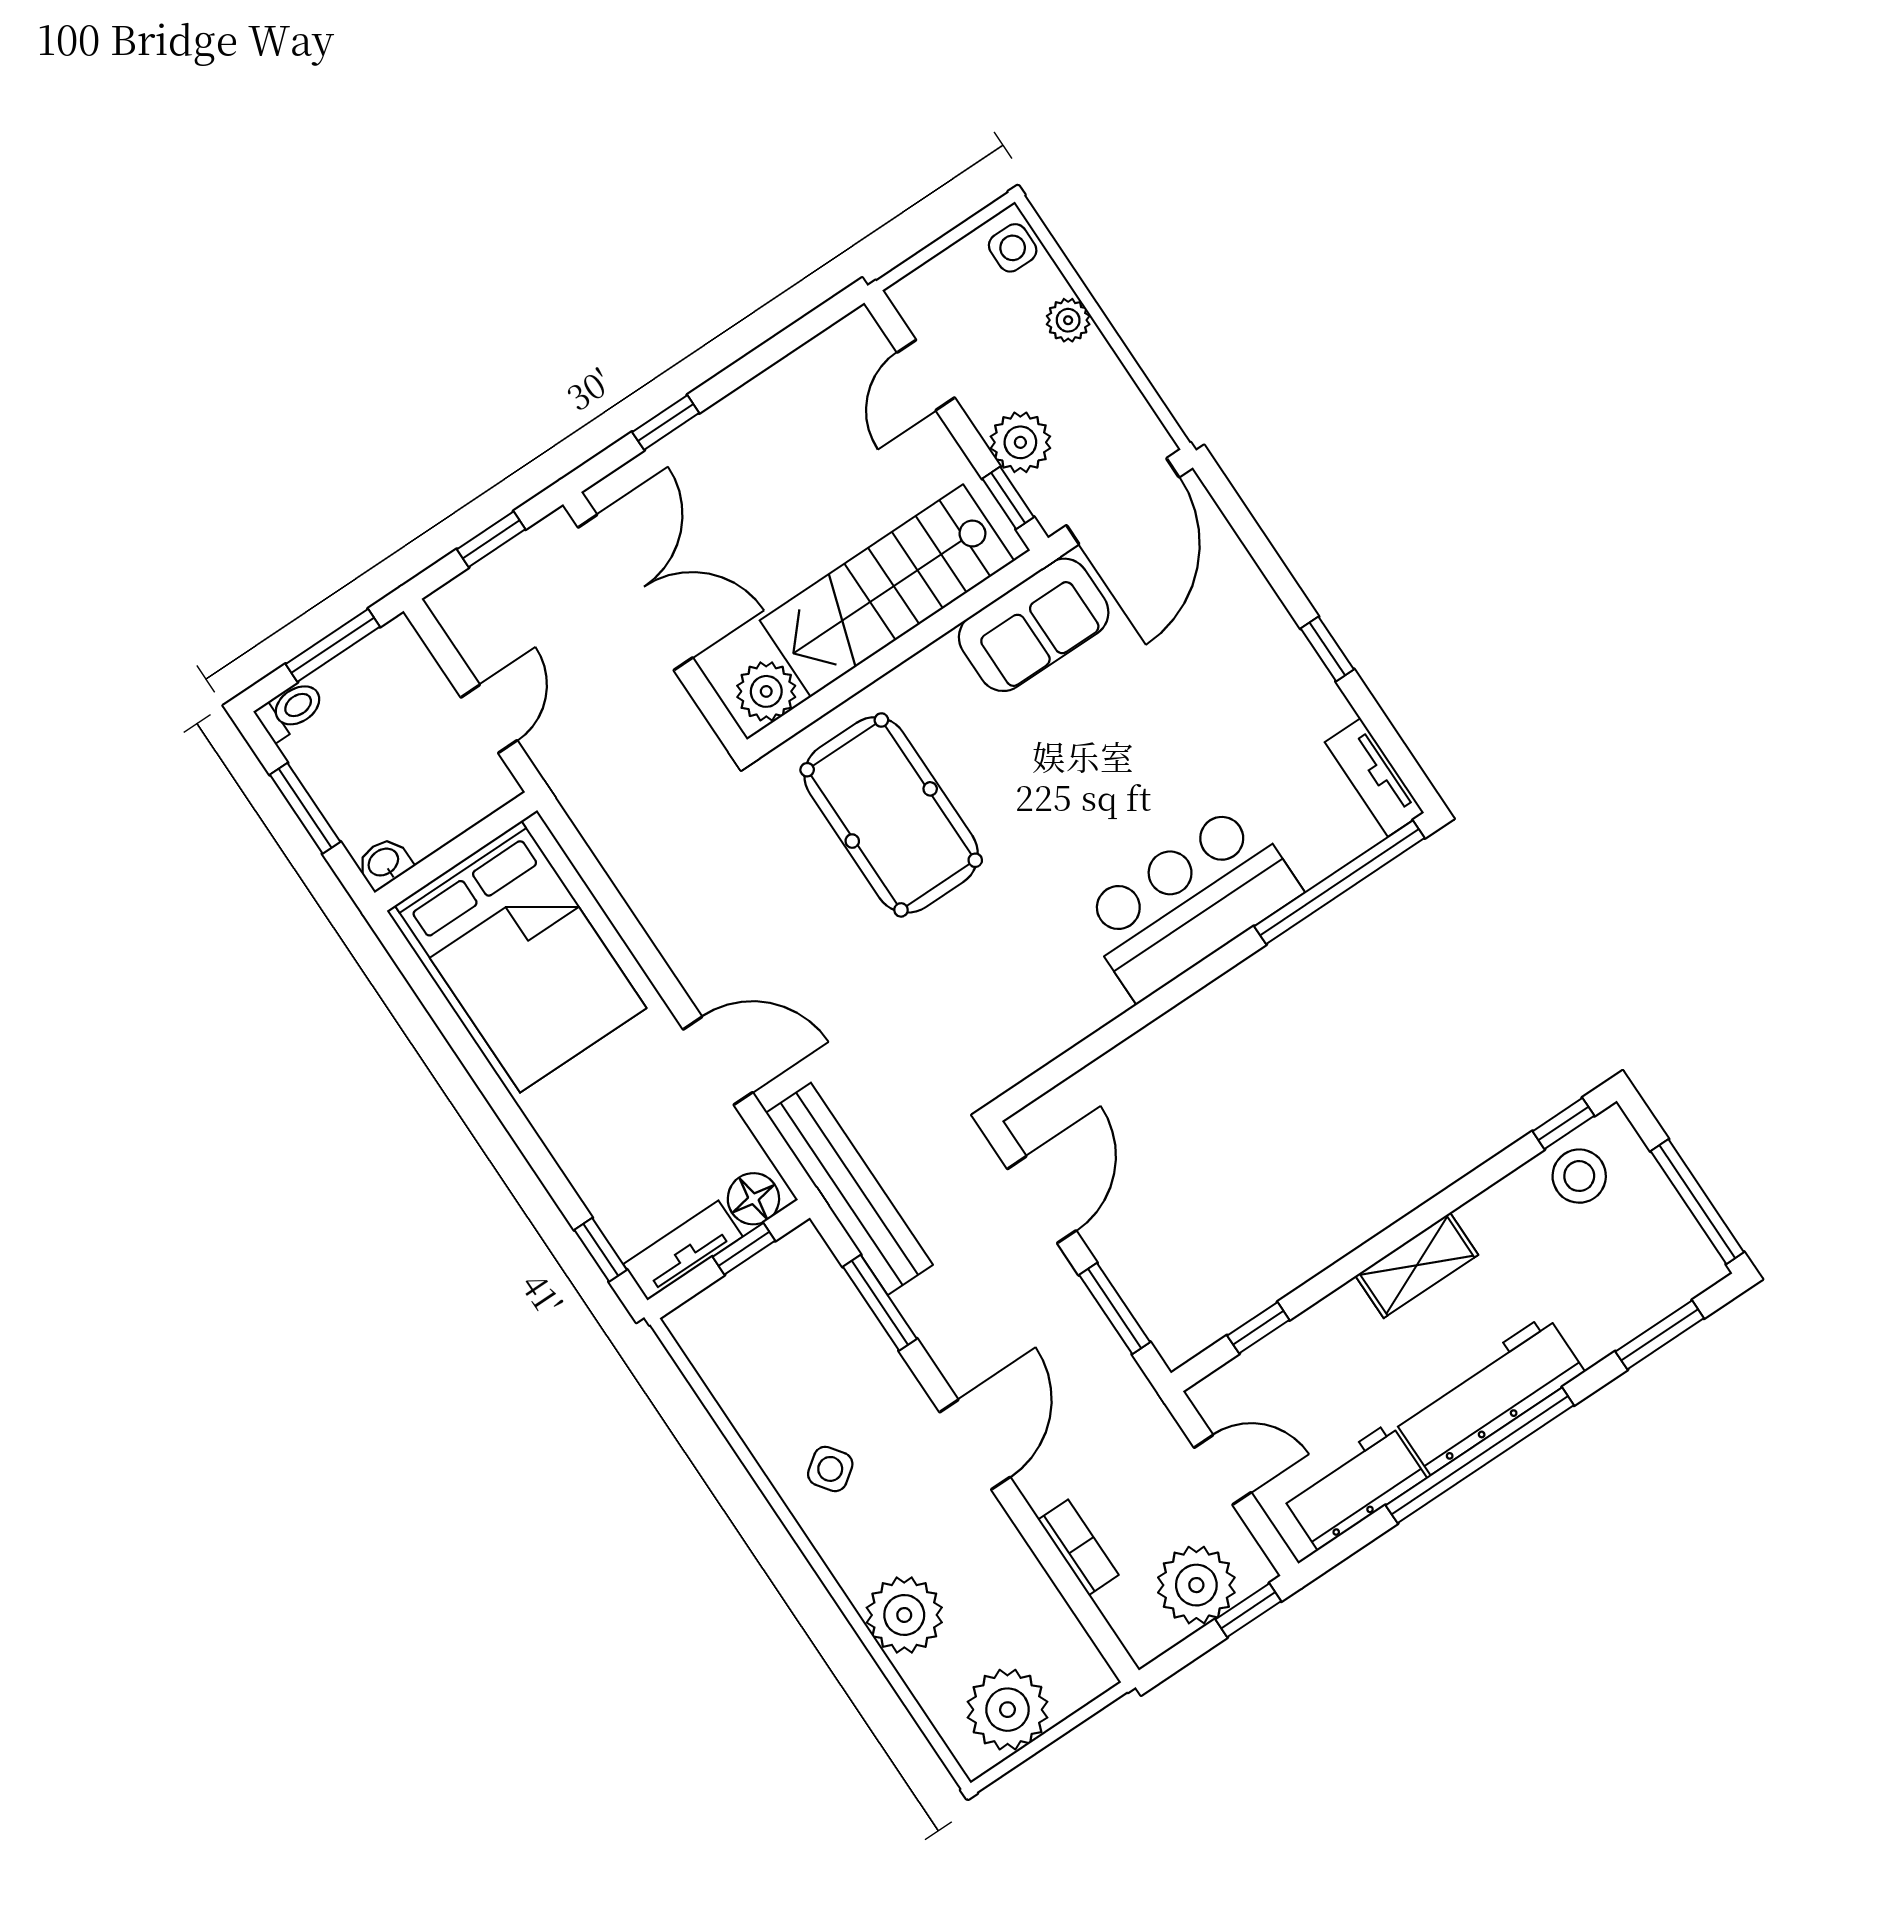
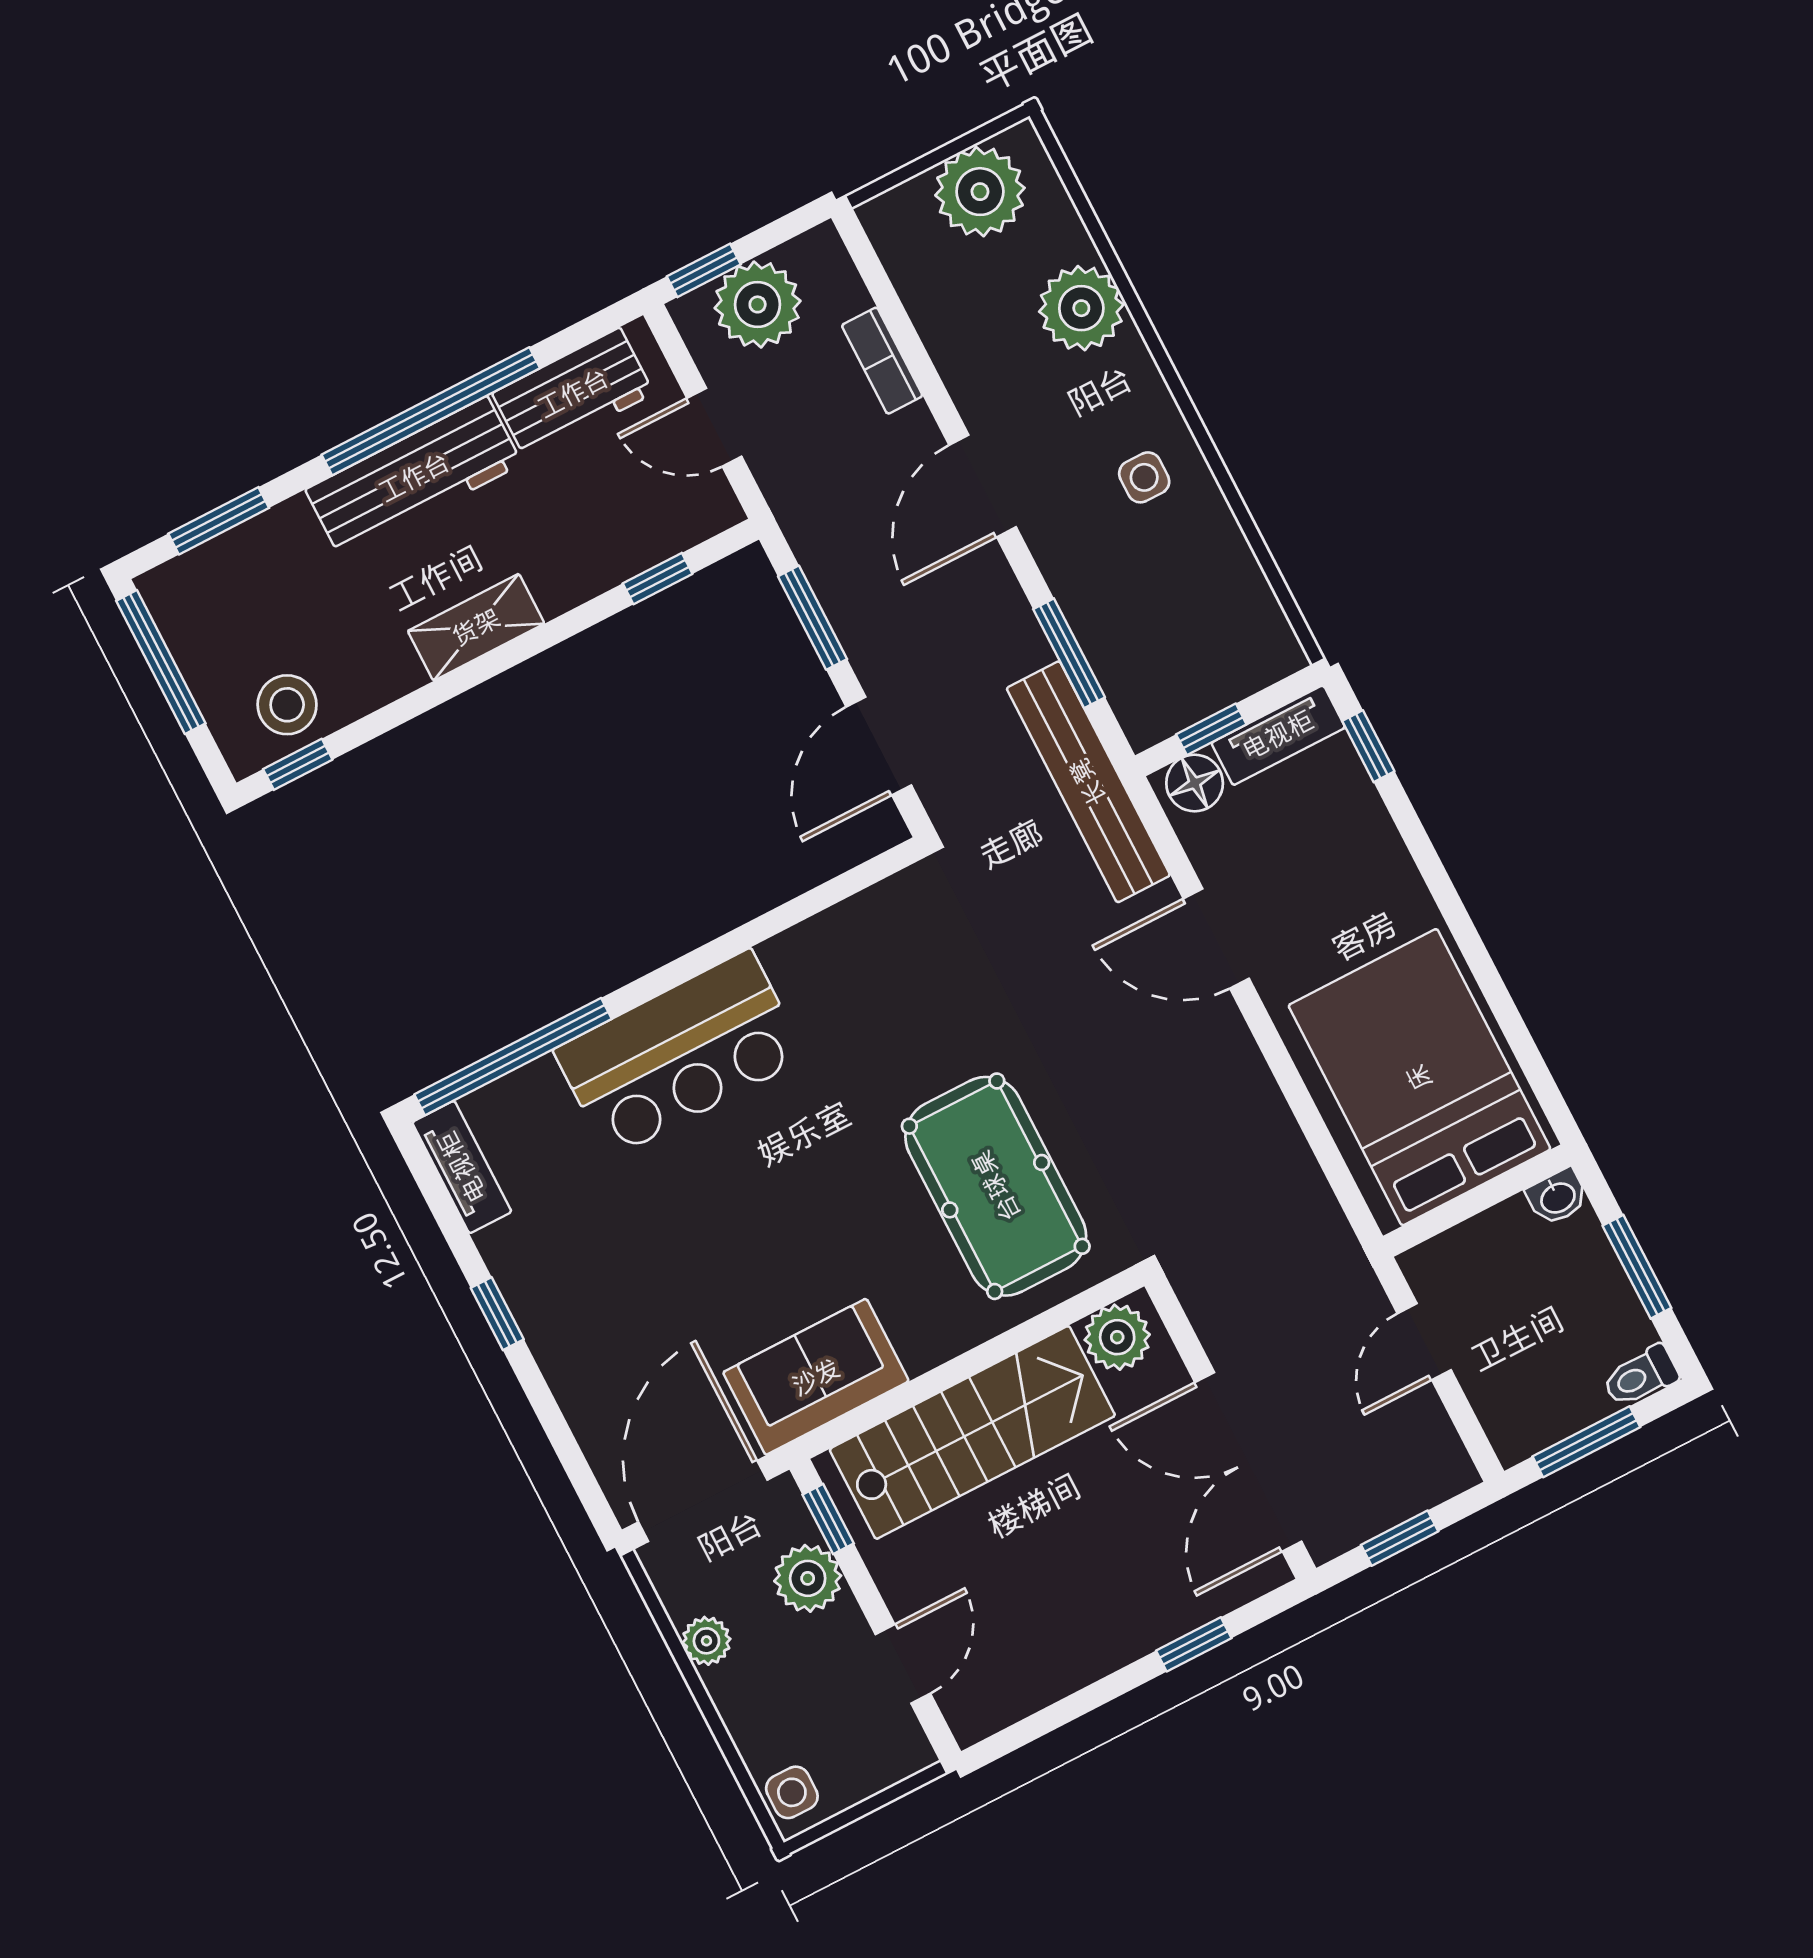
plant: (1068, 320) -> (706, 1641), moved
side table: (830, 1469) -> (1144, 477), turned 36

